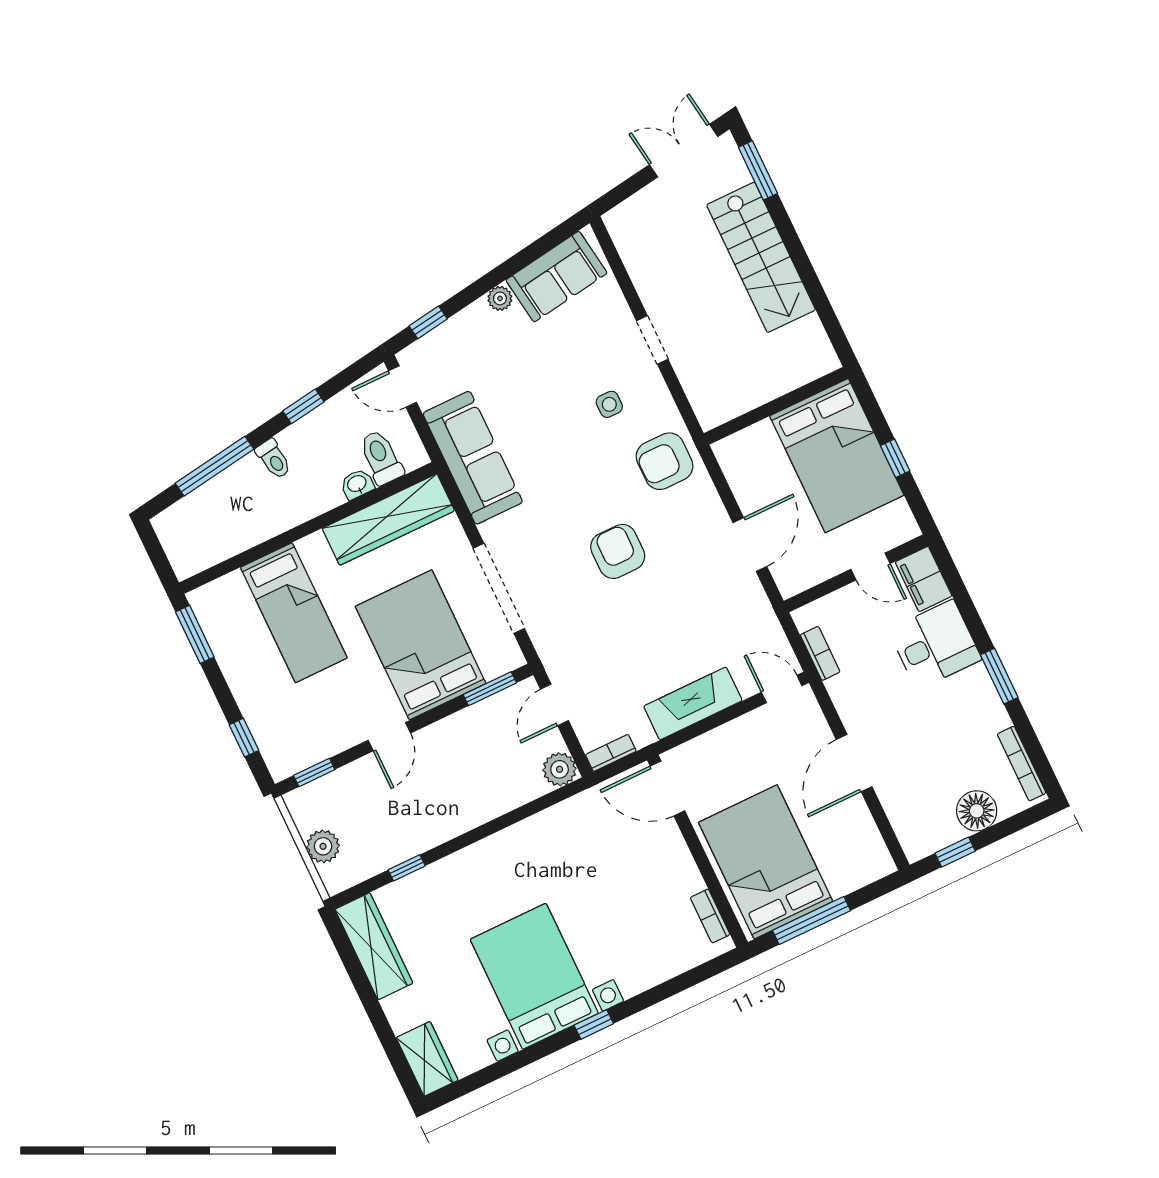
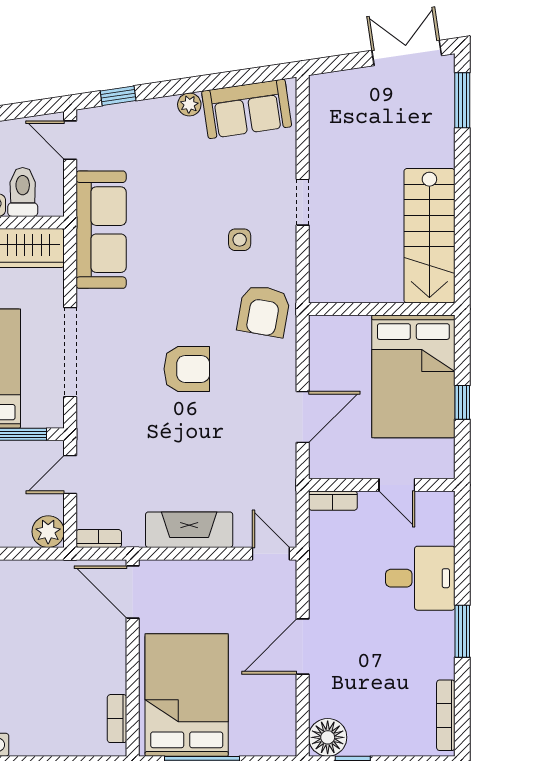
stairs: (761, 257) -> (429, 236), moved
armchair: (665, 461) -> (264, 311), turned -80
armchair: (618, 551) -> (187, 369), turned 90
filing cabinet: (924, 579) -> (437, 517), removed
bookcase: (820, 653) -> (333, 501), moved, turned 90
floor lamp: (977, 811) -> (328, 737), moved

